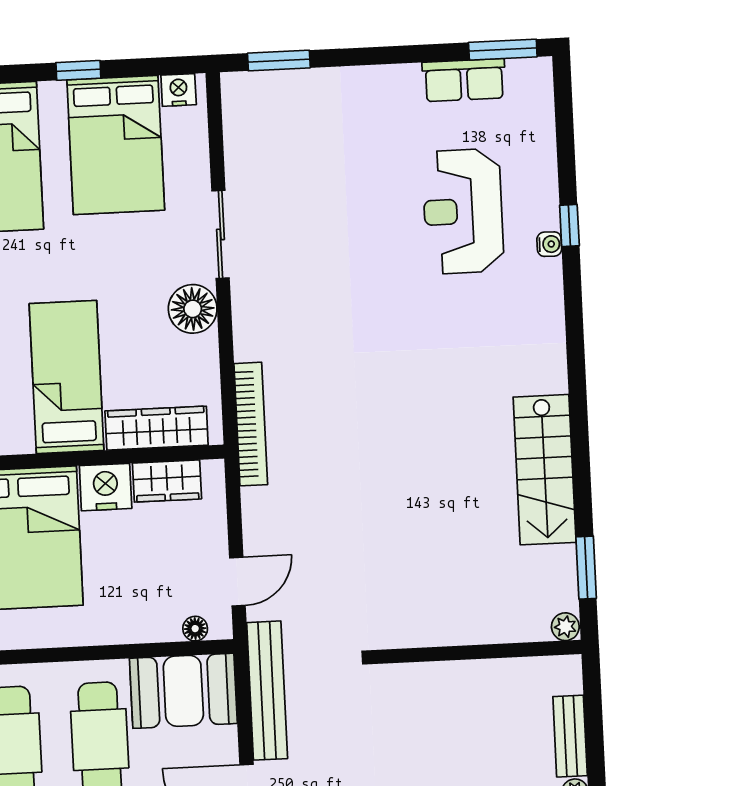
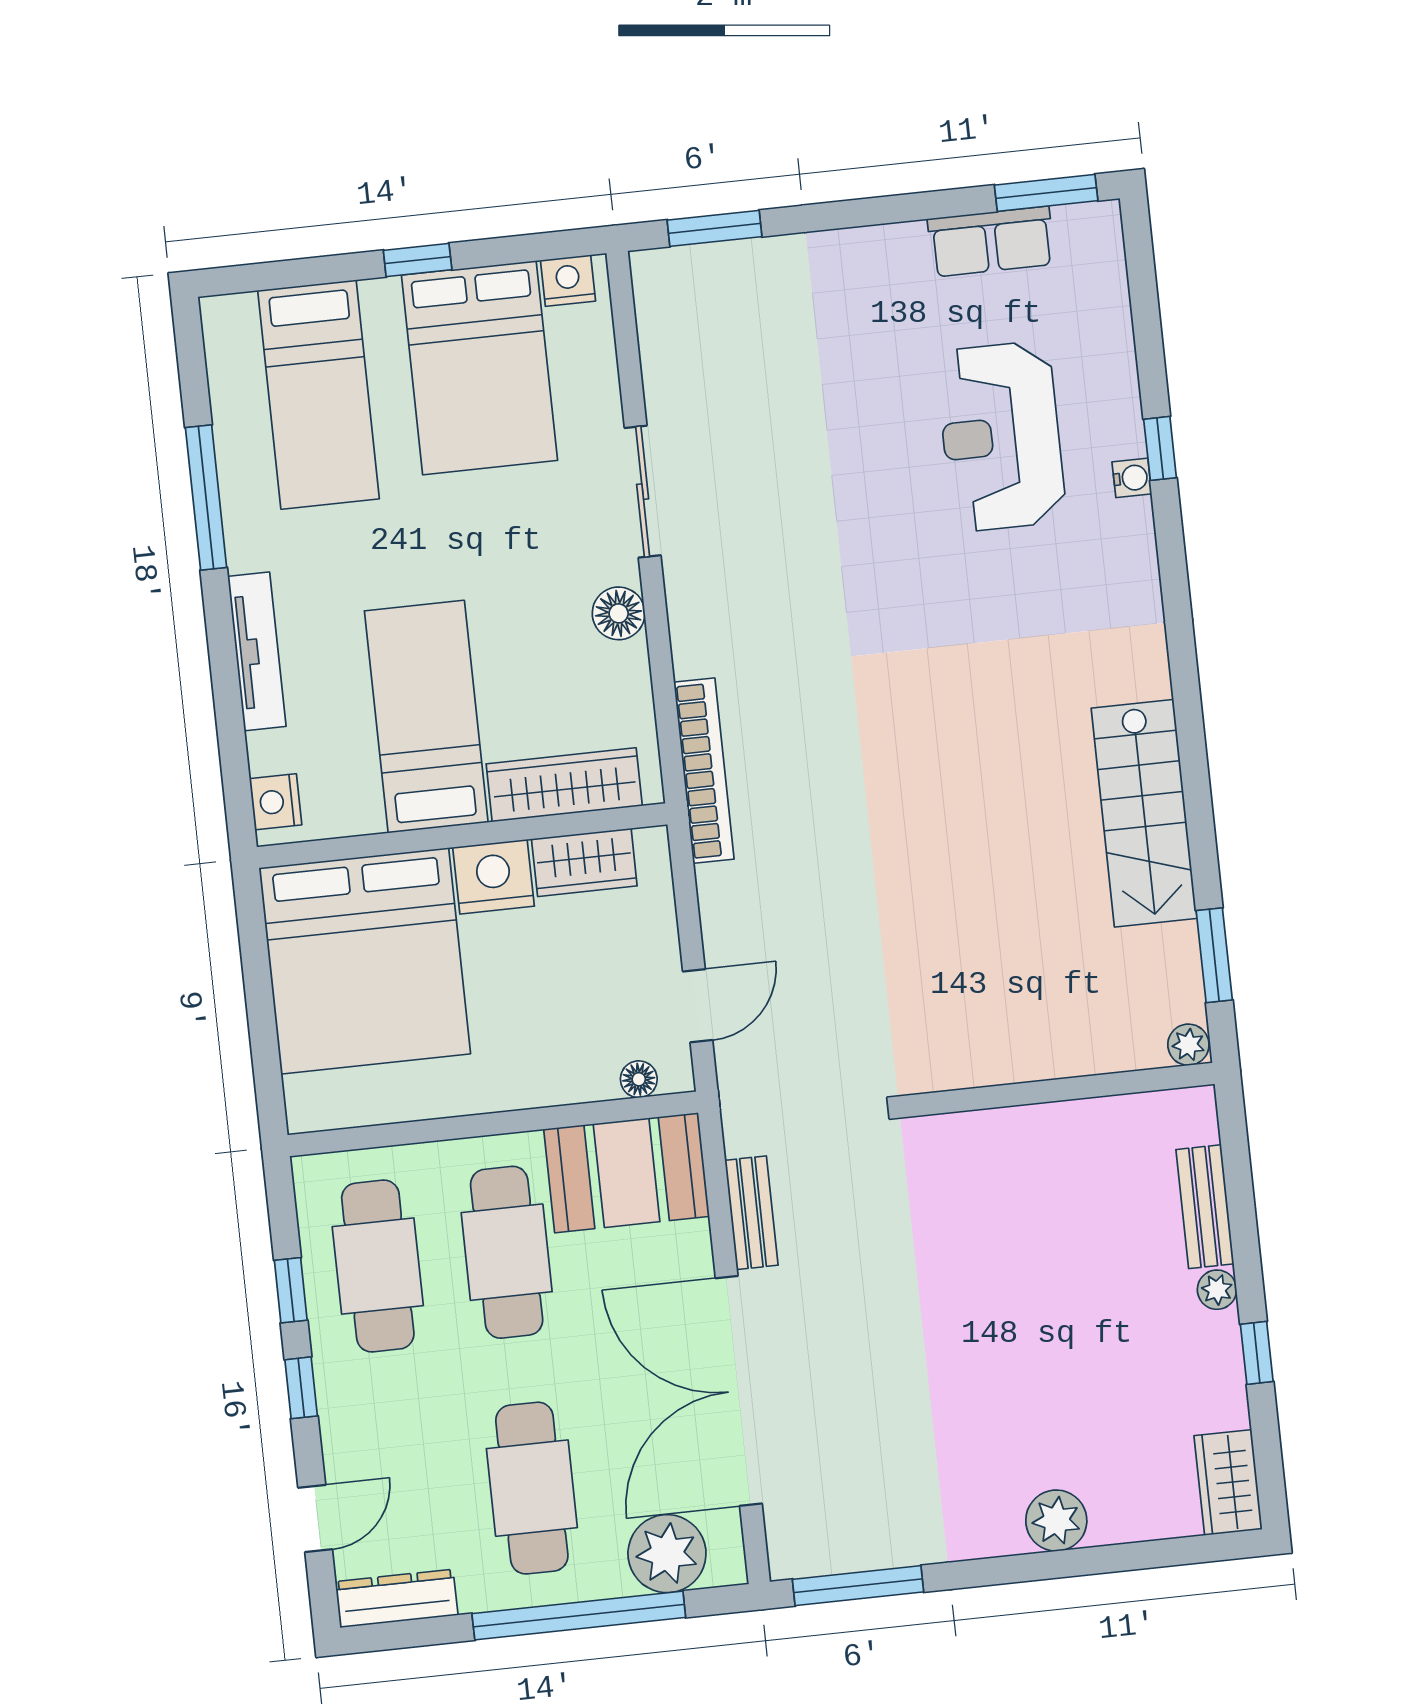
floor lamp: (193, 309) -> (619, 613), width x0.73, depth x0.73
bench: (267, 691) -> (751, 1213), width x0.54, depth x0.82

